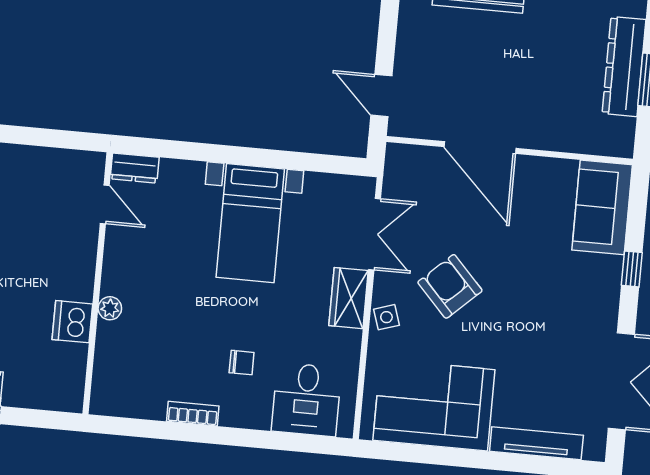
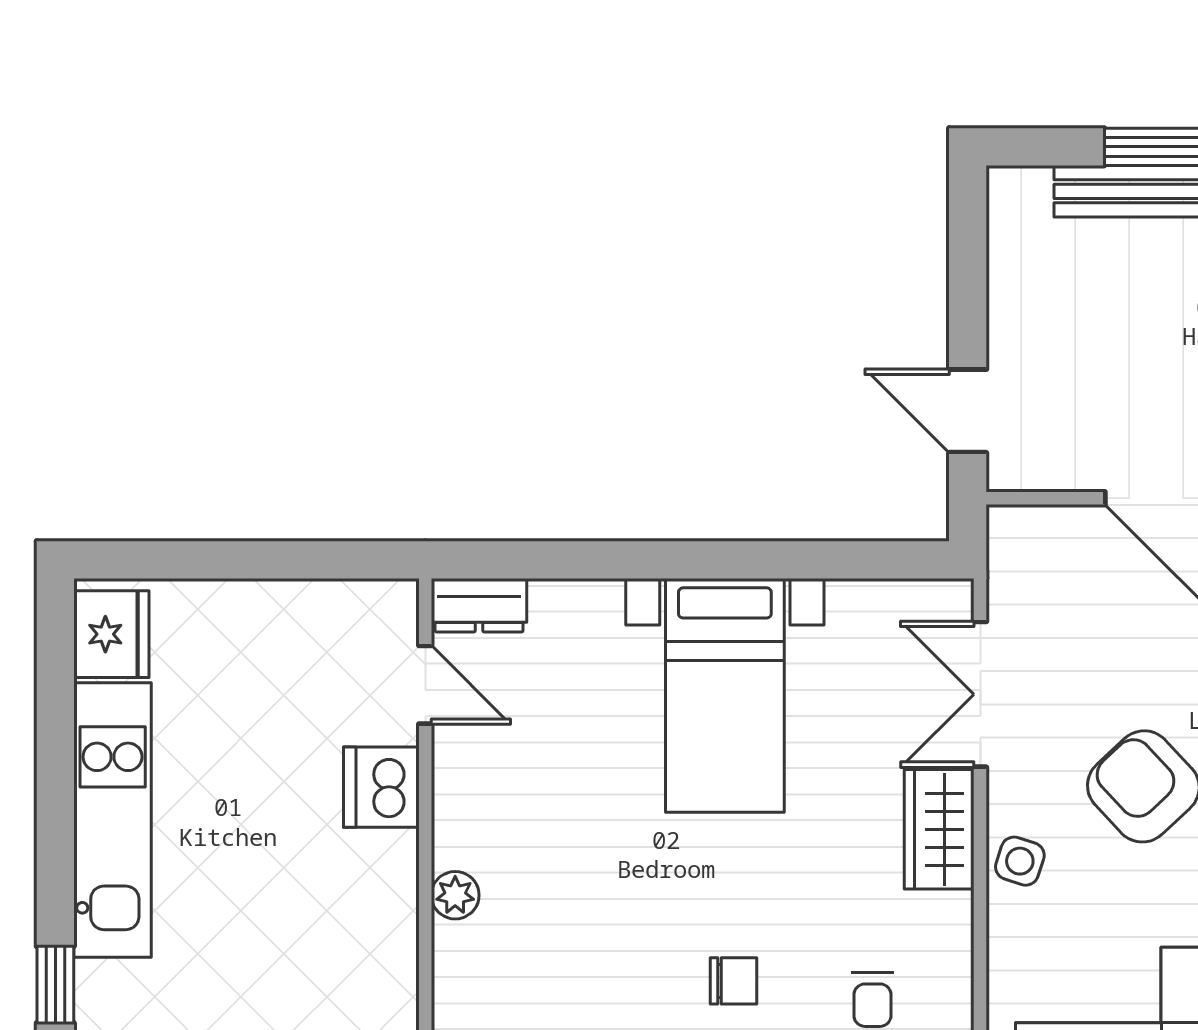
double door: (375, 234) -> (980, 694), swing flipped
side table: (386, 317) -> (1020, 861), turned 36
dishwasher: (72, 322) -> (381, 787), moved

